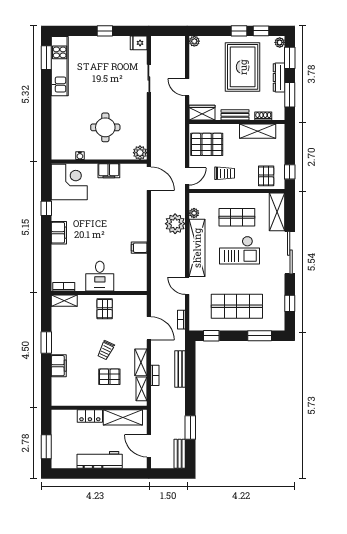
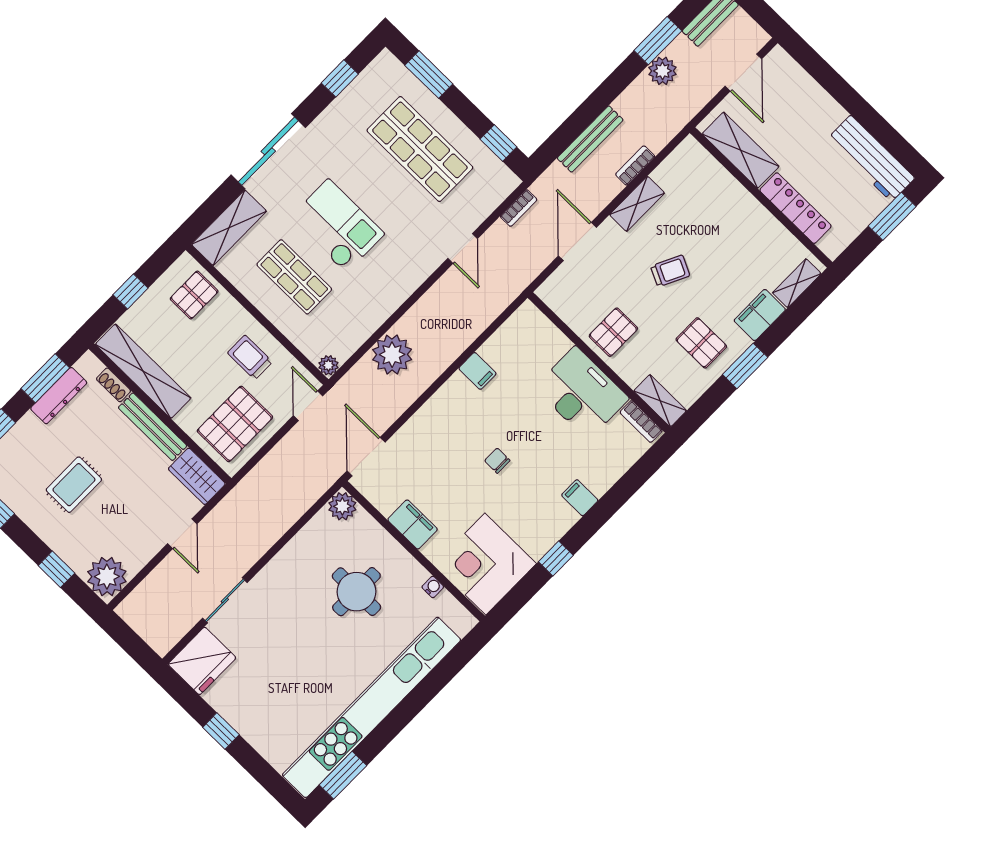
window: (239, 31) -> (56, 569), moved
plant: (194, 41) -> (107, 577), width x1.88, depth x1.88
fridge: (139, 43) -> (202, 661), width x1.88, depth x1.34
kitchen unit: (60, 66) -> (372, 707), width x1.86
rug: (243, 67) -> (74, 485), width x0.54, depth x0.49
dresser: (279, 78) -> (59, 396), moved
bench: (235, 115) -> (153, 427), width x1.36
shelving: (258, 131) -> (143, 371), width x1.47
pallet: (207, 144) -> (235, 424), turned 90
window: (290, 172) -> (130, 291), moved
door: (187, 176) -> (308, 406), hinge flipped
plant: (194, 213) -> (328, 365), moved
chair: (101, 223) -> (497, 461), added
filing cabinet: (59, 233) -> (580, 498), width x0.50
shelving: (197, 248) -> (395, 289), removed
desk: (100, 276) -> (582, 393), width x1.37
pallet: (109, 377) -> (701, 343), moved
shelving: (142, 389) -> (797, 283), moved
locker: (90, 416) -> (795, 208), width x1.53
plant: (178, 418) -> (662, 71), added
workbench: (100, 460) -> (871, 158), moved

